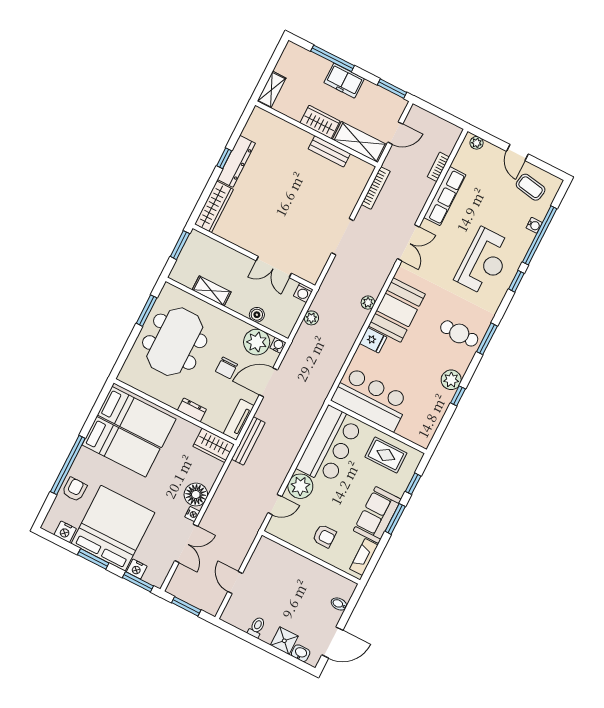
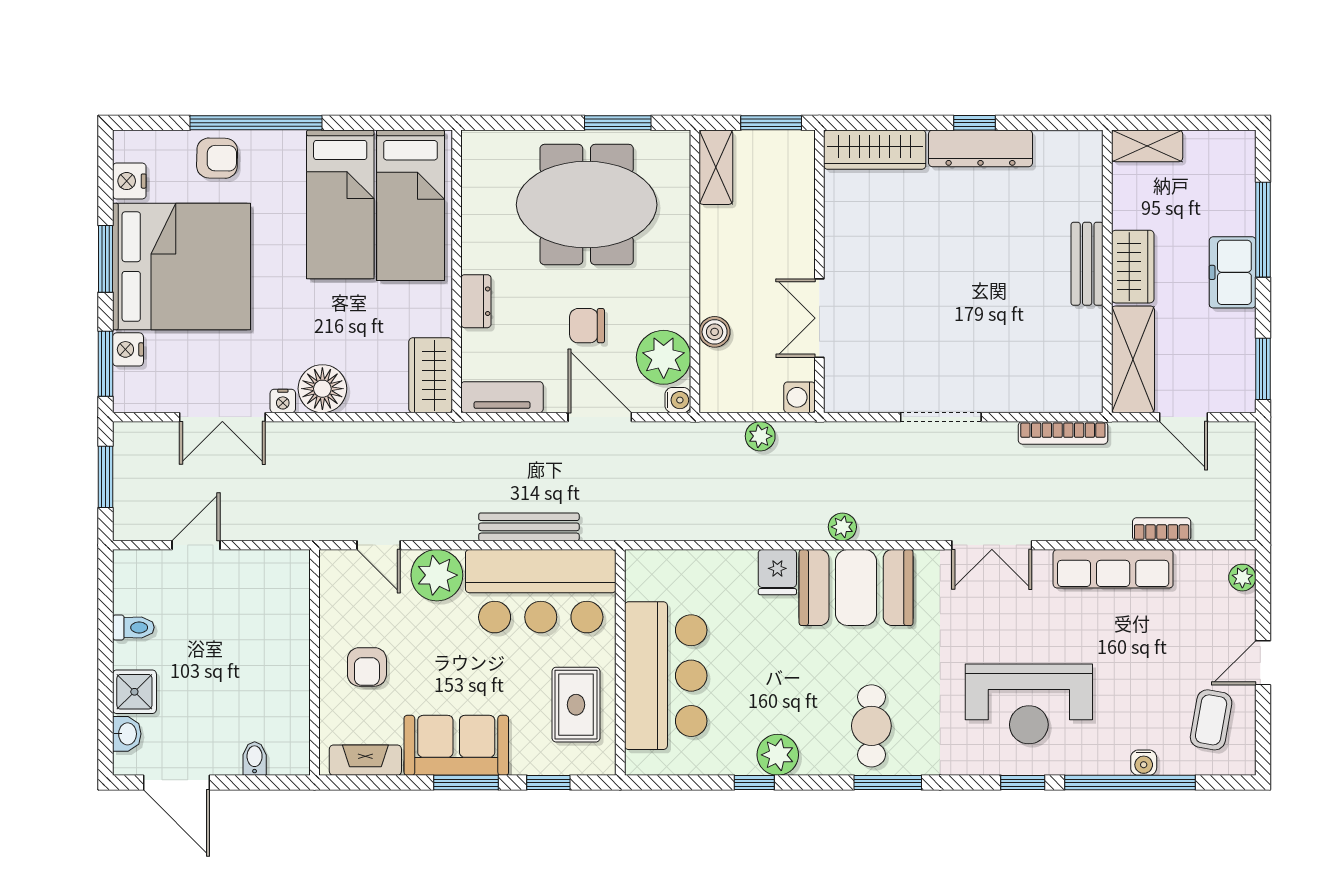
bench: (329, 151) -> (1087, 264), moved
shelving: (212, 291) -> (716, 167), moved
bar counter: (371, 399) -> (666, 676), moved
bench: (248, 441) -> (529, 527), moved

